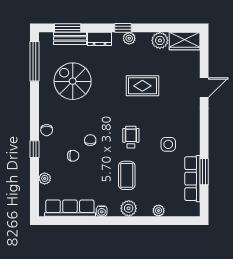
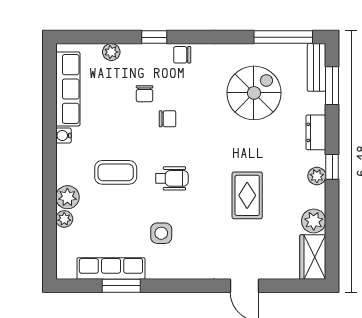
bench: (70, 38) -> (317, 67), moved
plant: (129, 208) -> (67, 197), moved

